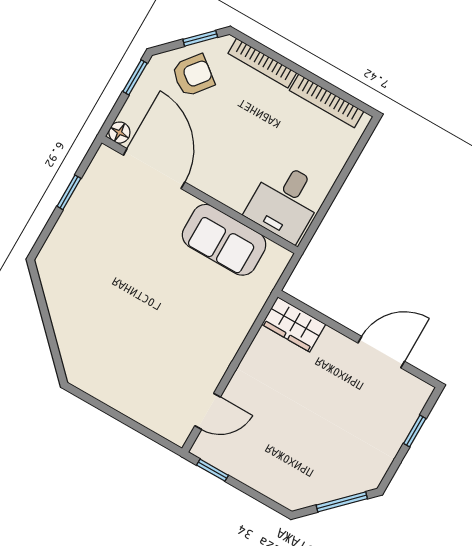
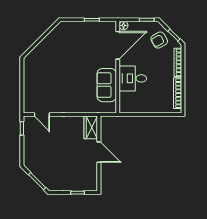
armchair: (193, 75) -> (159, 40), turned 113
desk: (285, 202) -> (133, 78), moved
door: (381, 352) -> (99, 152), moved

